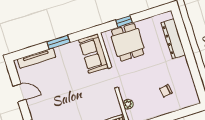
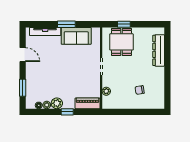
sofa: (93, 53) -> (76, 36), moved, turned -90

